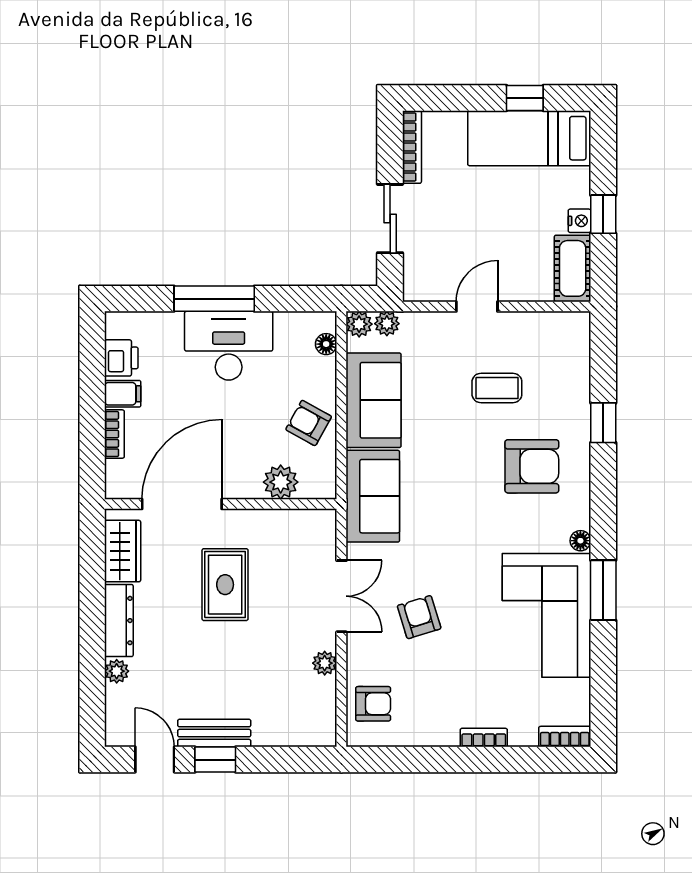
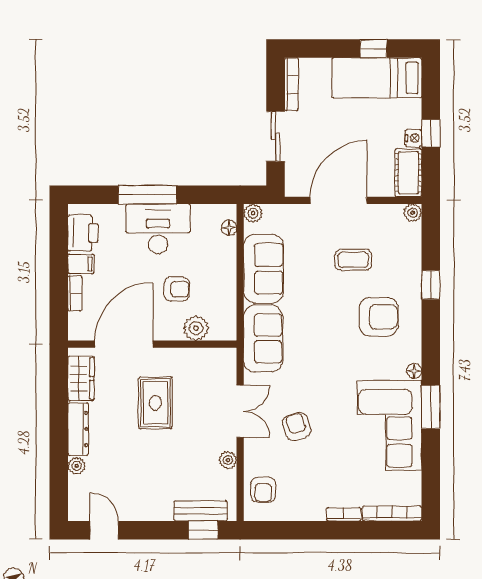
door: (477, 306) -> (339, 200), width x1.88
plant: (387, 324) -> (413, 213), moved
printer: (121, 358) -> (83, 233), width x1.36, depth x1.24
armchair: (309, 423) -> (177, 289), moved, turned 151
armchair: (373, 704) -> (263, 490), turned 90
bench: (214, 733) -> (201, 511), moved
bookcase: (565, 737) -> (392, 513), width x1.56
window: (215, 760) -> (203, 530), moved

